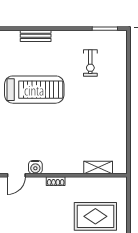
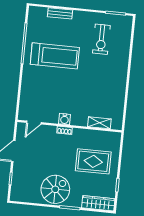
exercise bike: (90, 63) -> (101, 39), width x1.38, depth x1.39
water cooler: (35, 167) -> (65, 119), moved

